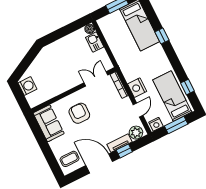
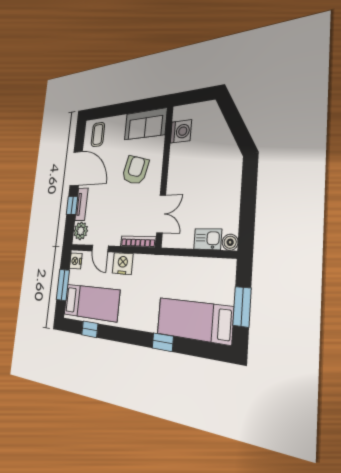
washing machine: (27, 86) -> (181, 131), moved, turned -90
armchair: (79, 113) -> (135, 170), turned -75
door: (99, 163) -> (76, 169), hinge flipped

